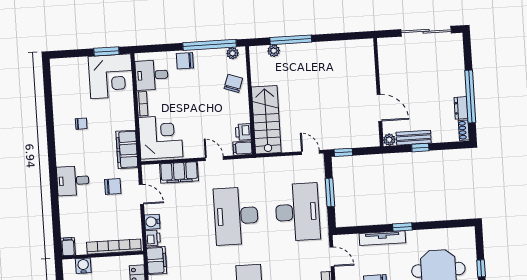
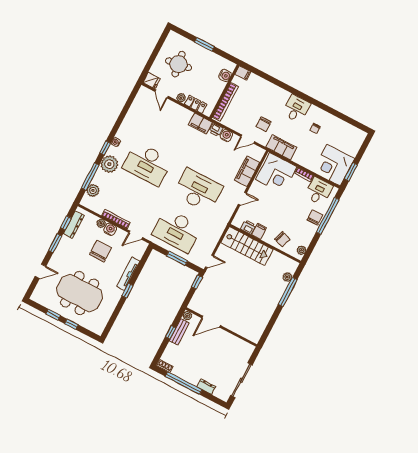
window: (210, 45) -> (328, 216), moved
dresser: (461, 108) -> (206, 387), moved
filing cabinet: (243, 148) -> (259, 231), moved
desk: (73, 181) -> (296, 109), moved

